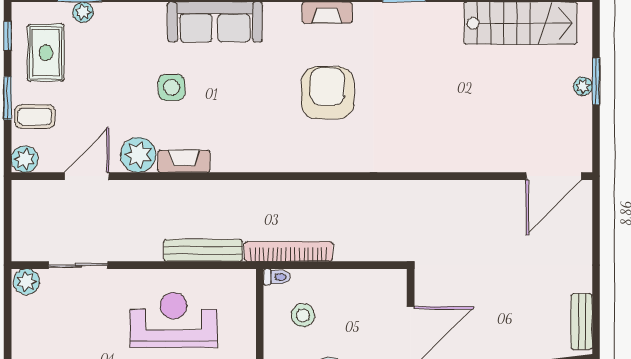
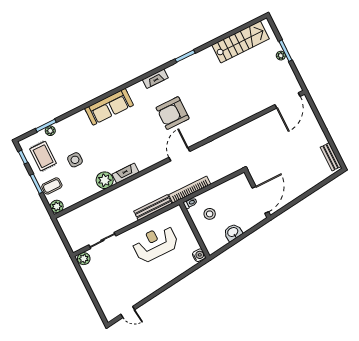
side table: (172, 87) -> (75, 160), moved
armchair: (328, 93) -> (173, 113), turned -90
door: (87, 176) -> (179, 154), moved

